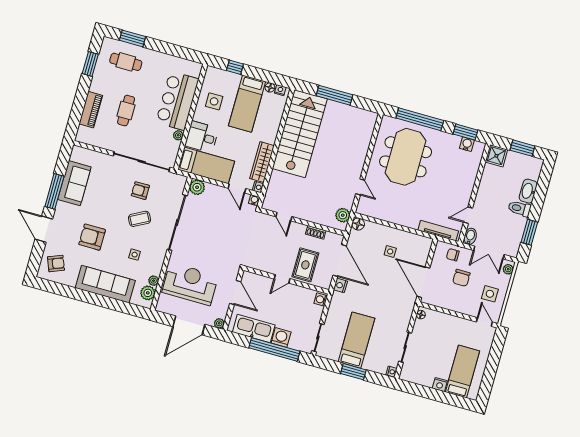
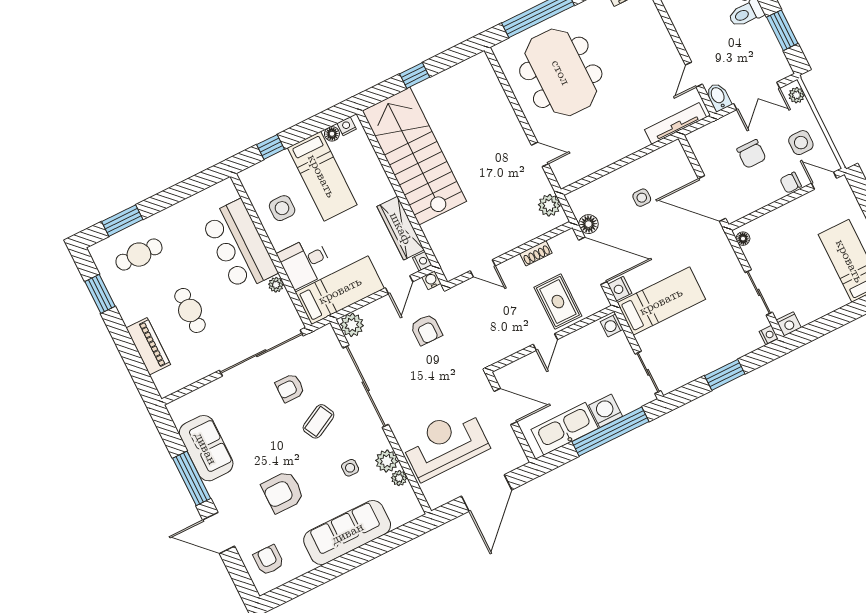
window: (334, 95) -> (415, 75), width x0.46
door: (237, 188) -> (399, 285), hinge flipped
armchair: (230, 222) -> (426, 330), added
floor lamp: (358, 224) -> (588, 224), moved
chair: (453, 255) -> (791, 183), moved
armchair: (56, 263) -> (269, 560), turned -68
plant: (148, 293) -> (387, 461), moved
plant: (219, 323) -> (519, 459), removed
bed: (356, 340) -> (661, 301), moved, turned 90
nightstand: (440, 385) -> (789, 324), moved

